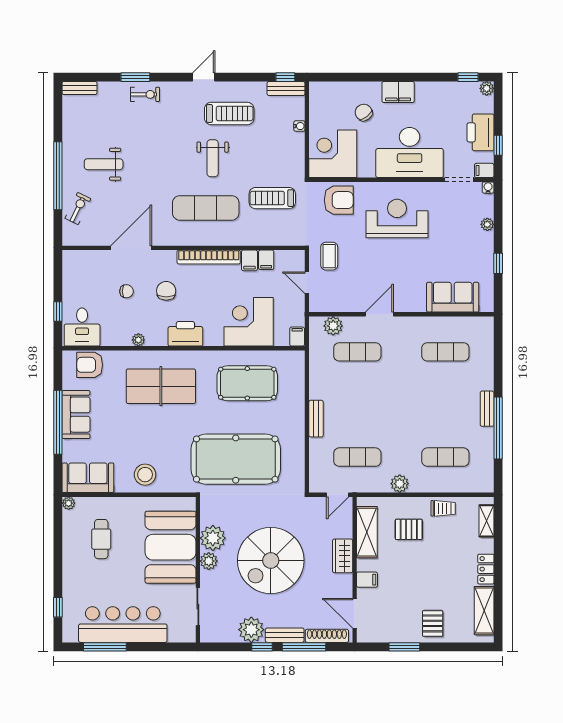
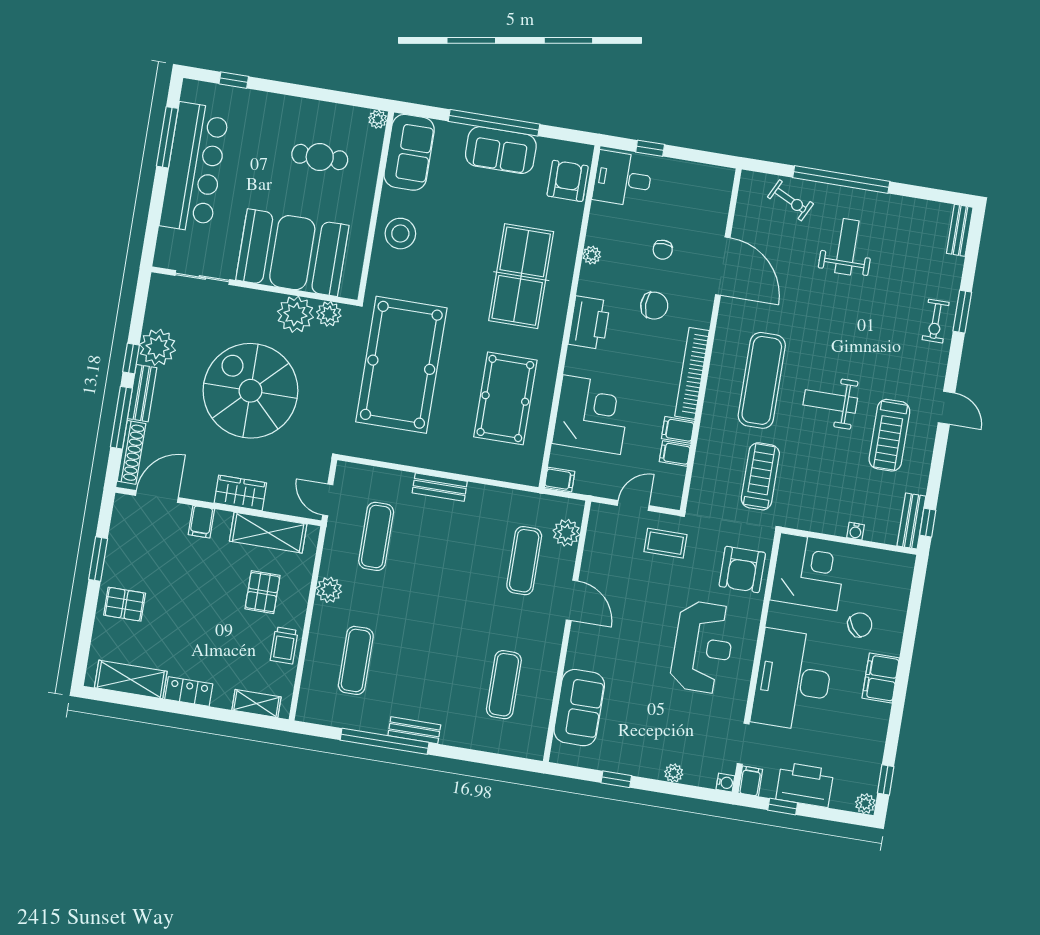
plant: (209, 561) -> (329, 314), moved

